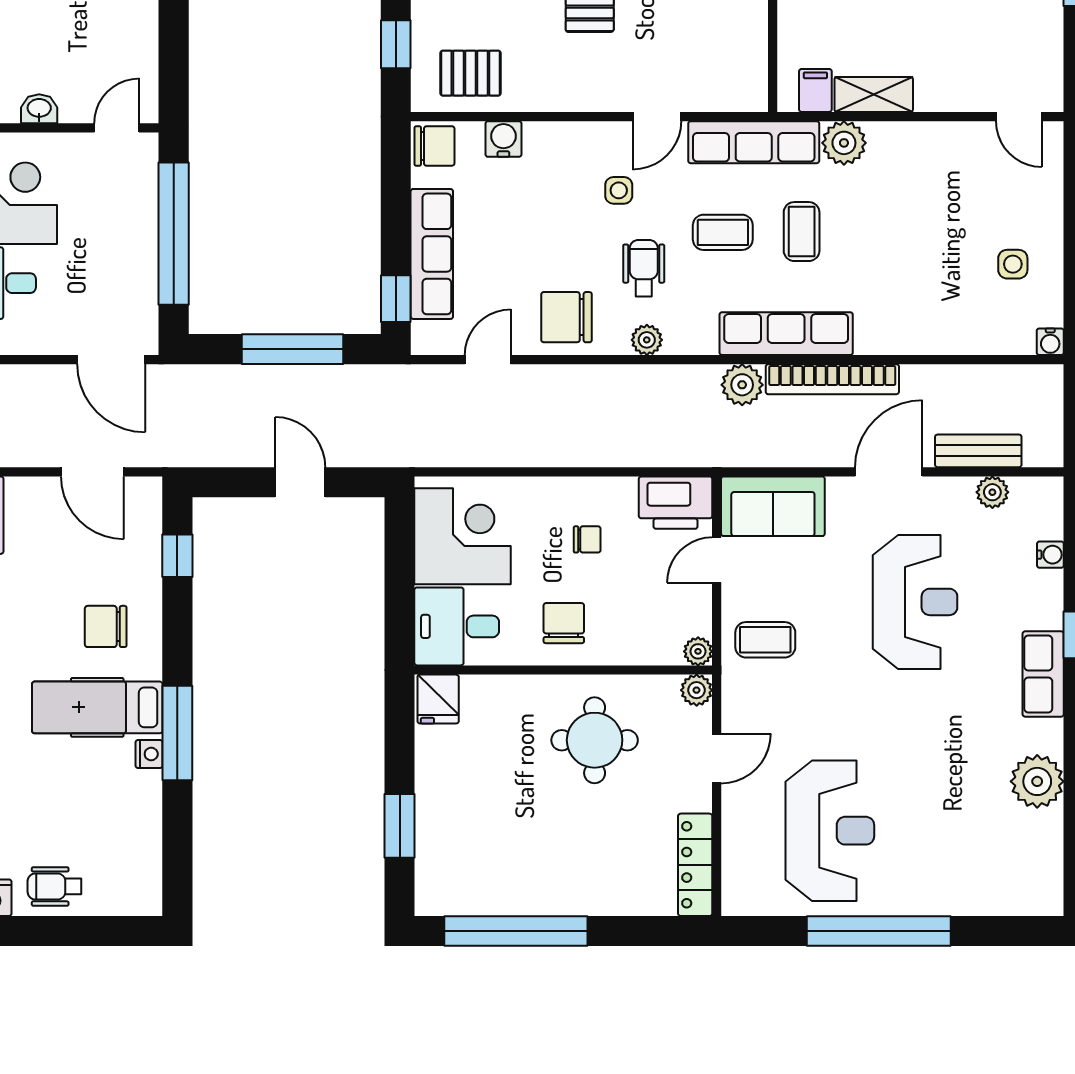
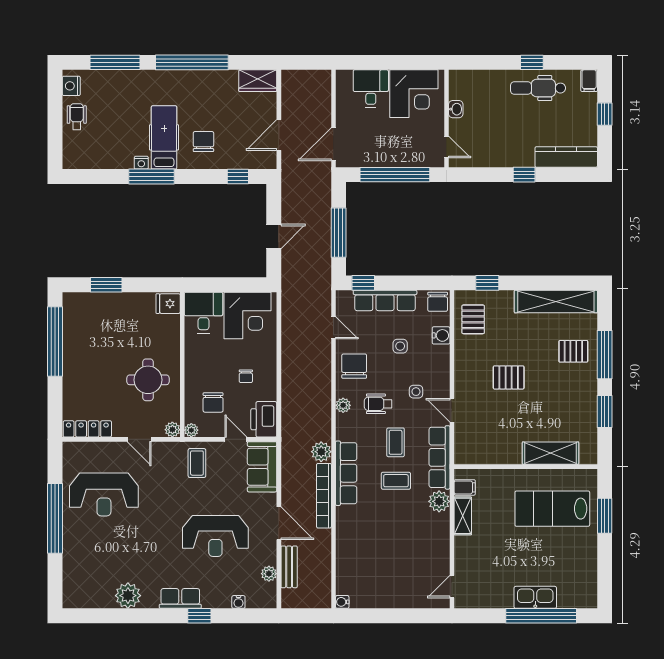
side table: (1013, 264) -> (400, 346), moved
wheelchair: (644, 268) -> (378, 404), turned 180
chair: (564, 623) -> (213, 402), moved, turned 90

